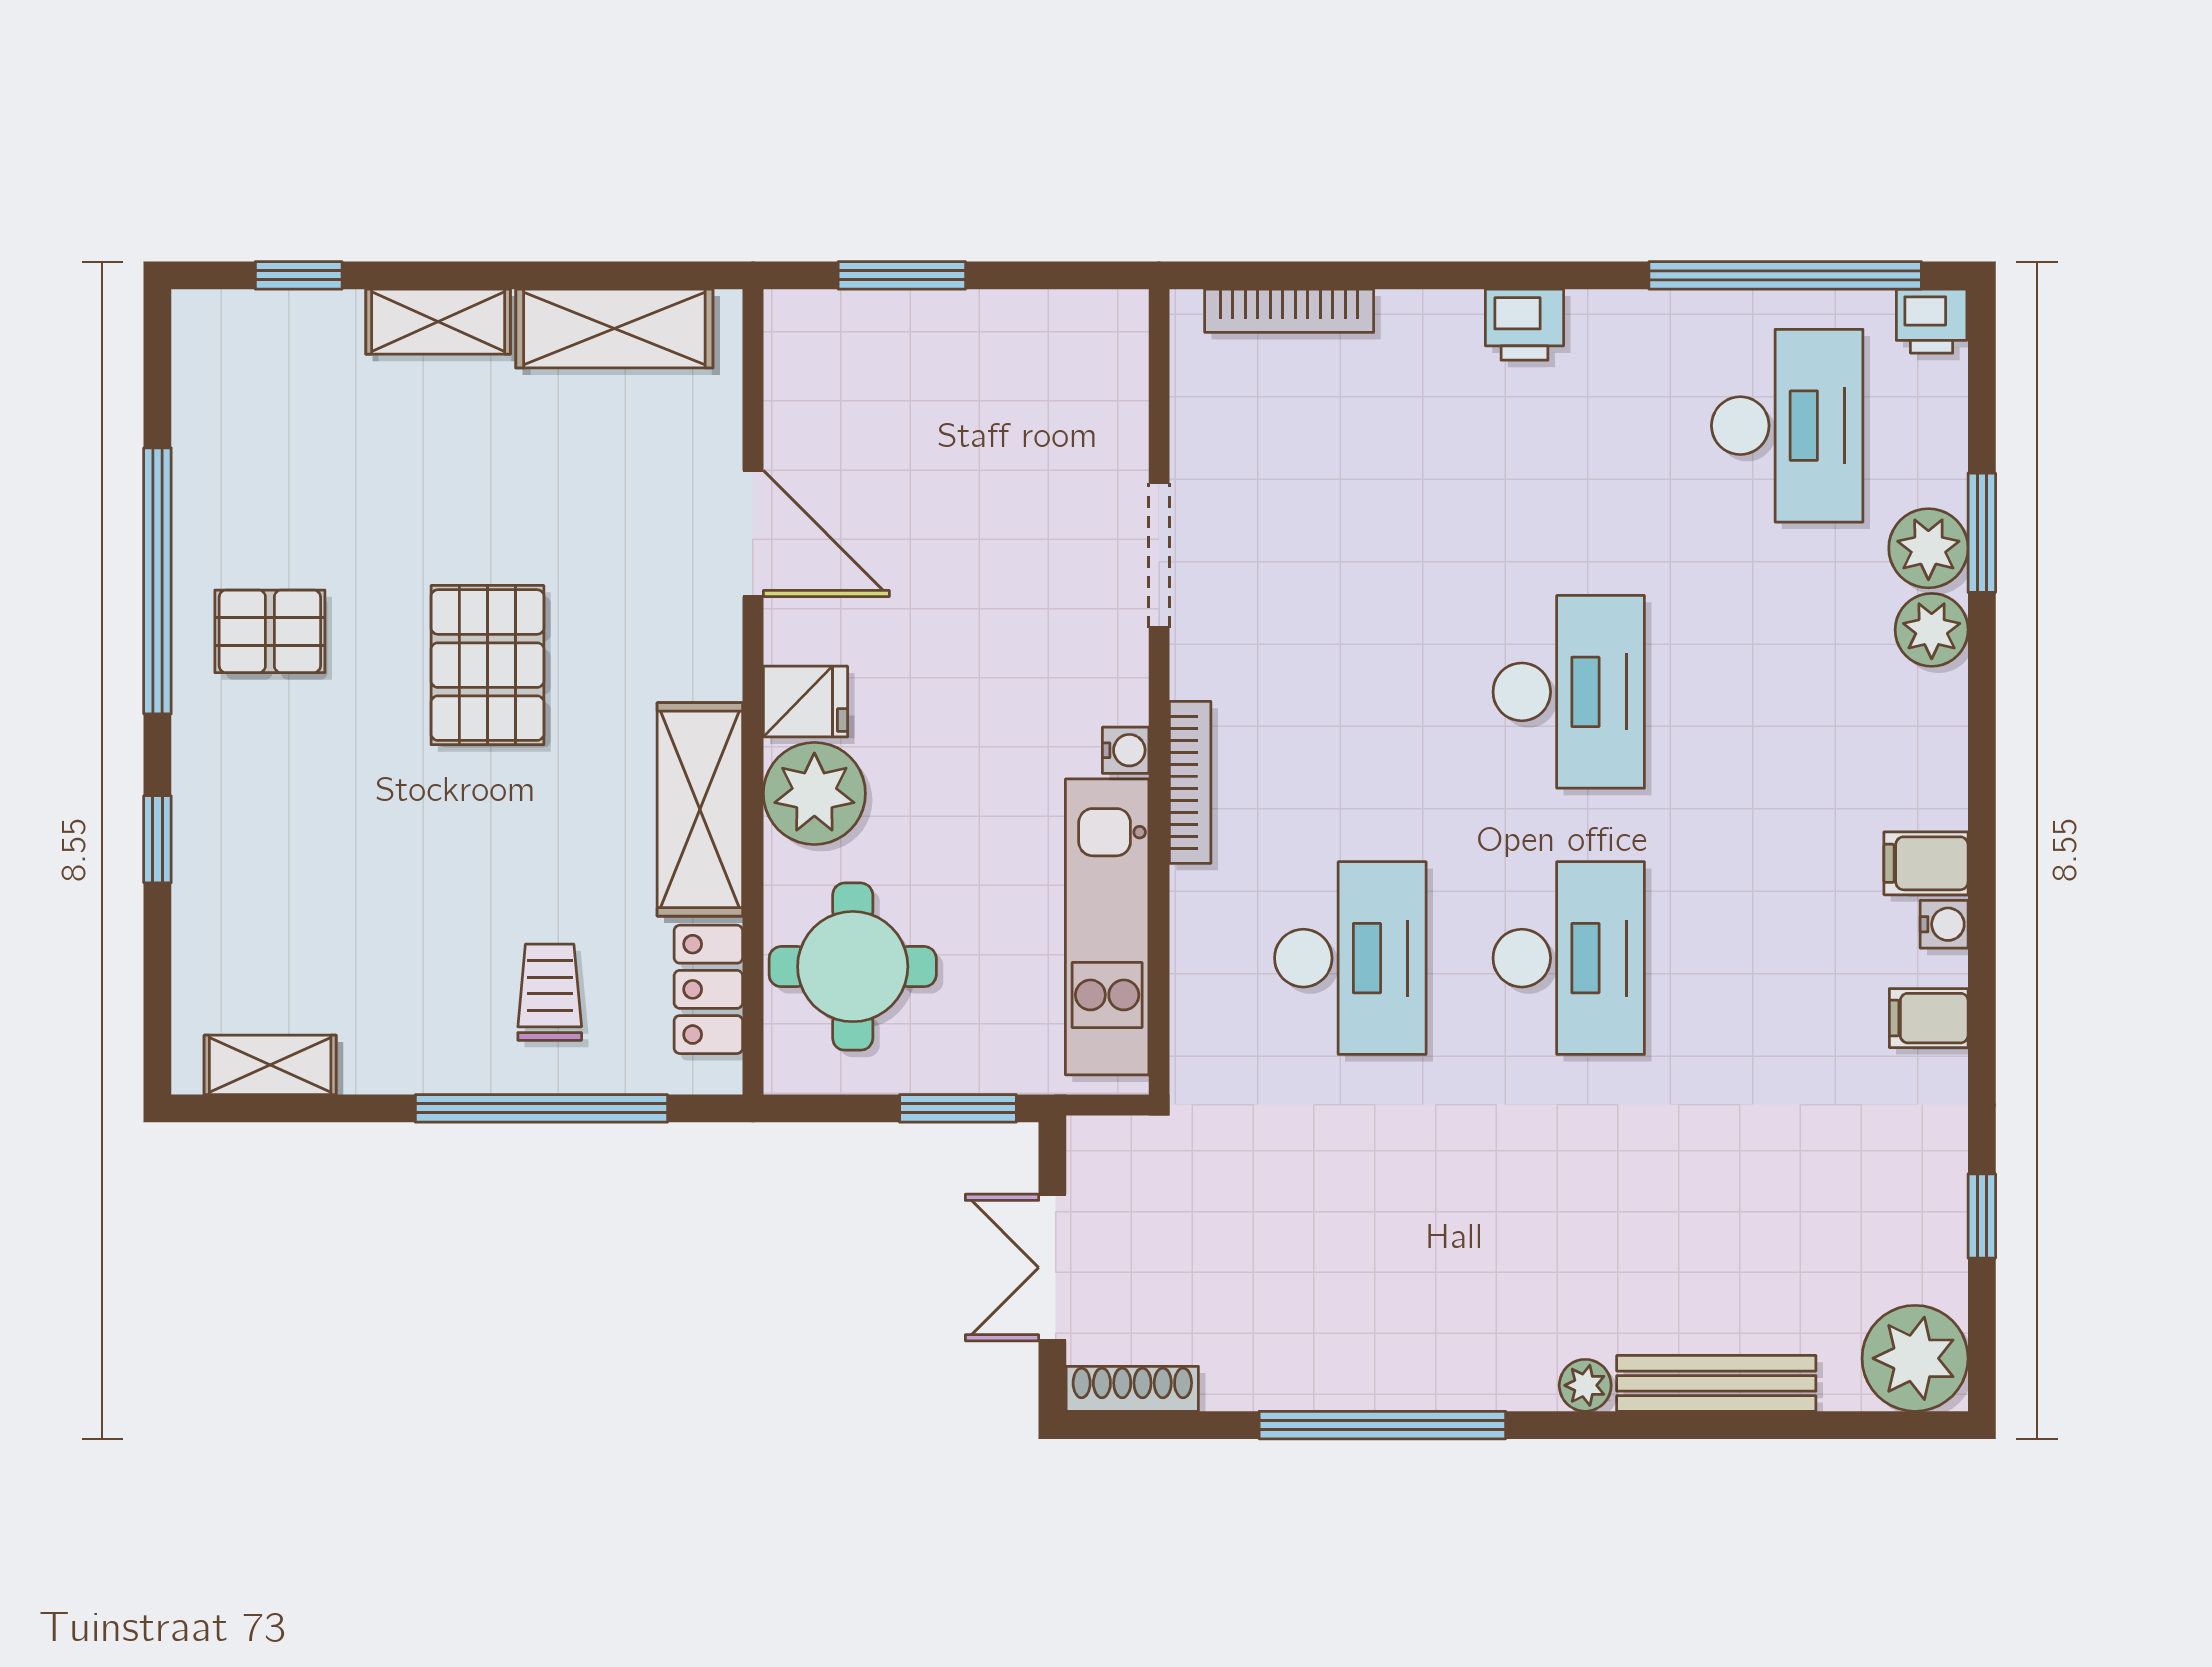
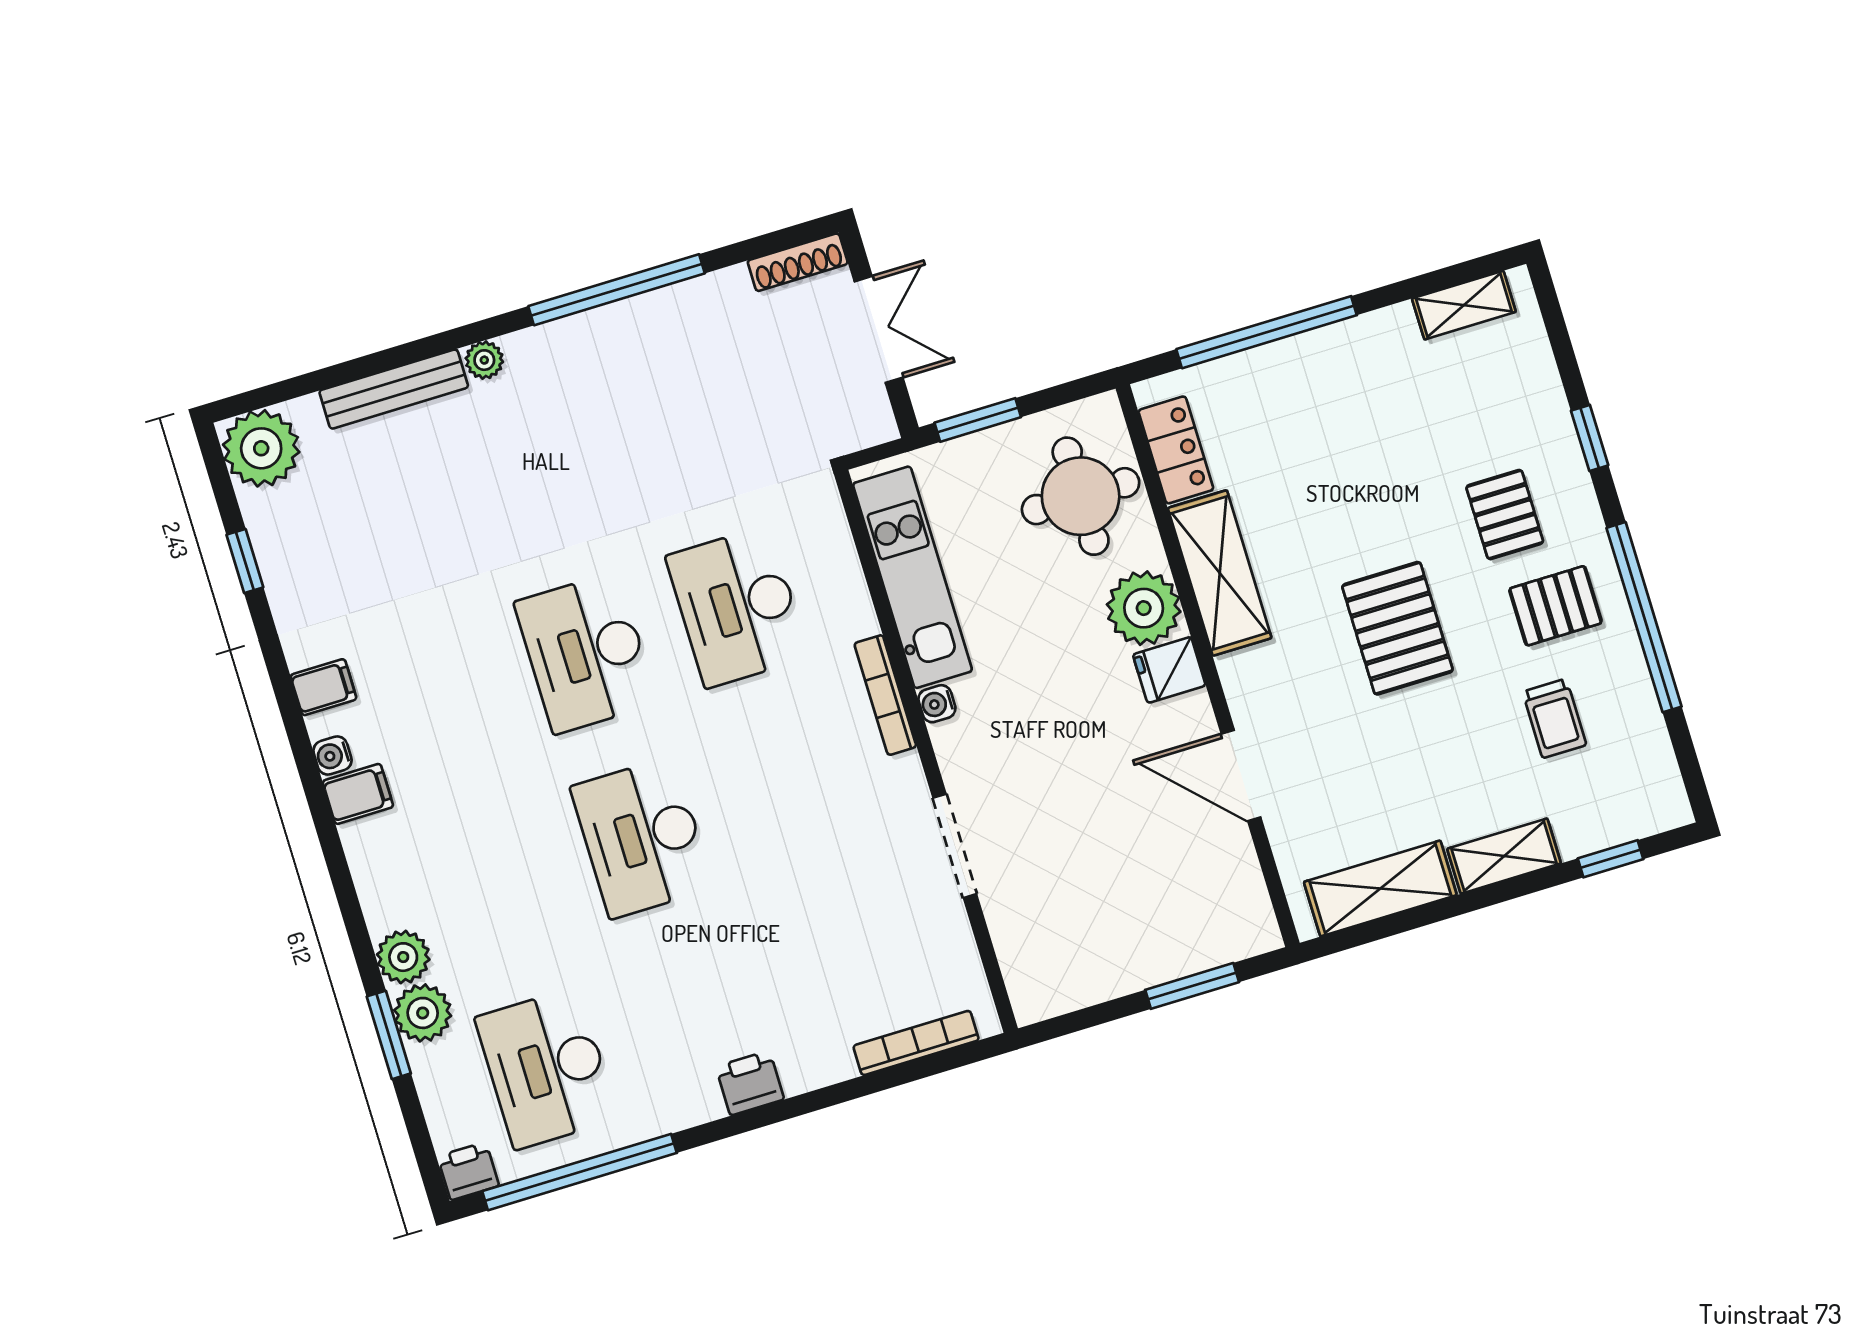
pallet: (300, 772) -> (1505, 515), added
trolley: (550, 992) -> (1554, 718), moved

